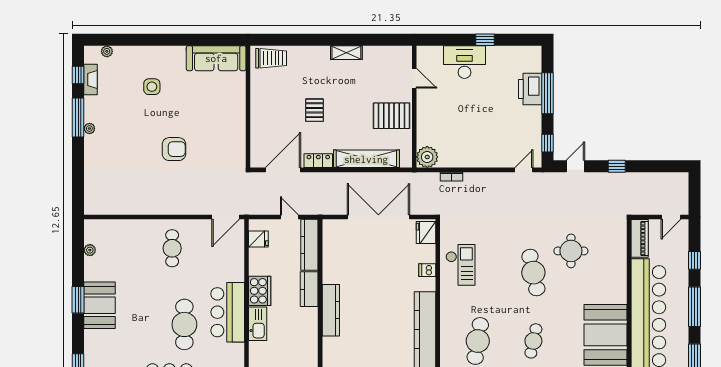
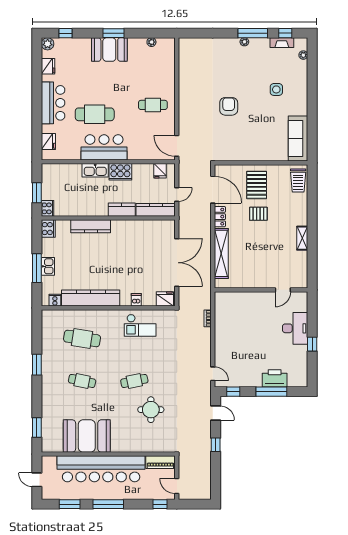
pallet: (391, 116) -> (257, 185), moved
armchair: (174, 149) -> (229, 106), turned 180
plant: (427, 157) -> (223, 300), removed
window: (695, 260) -> (160, 504), moved
cafe table: (533, 273) -> (134, 381), width x0.73, depth x0.74
kitchen counter: (331, 310) -> (91, 226), moved

